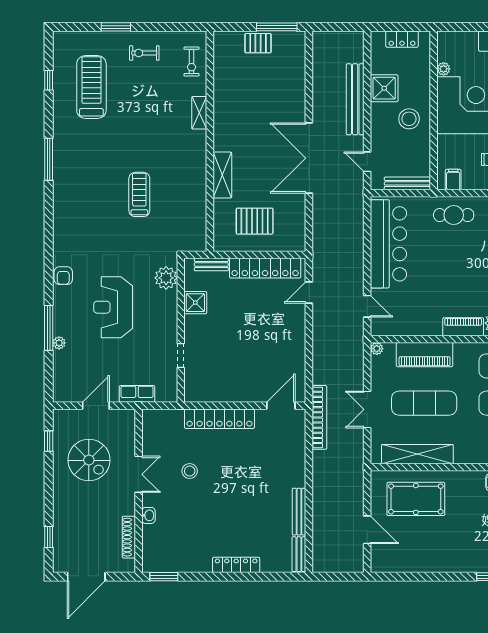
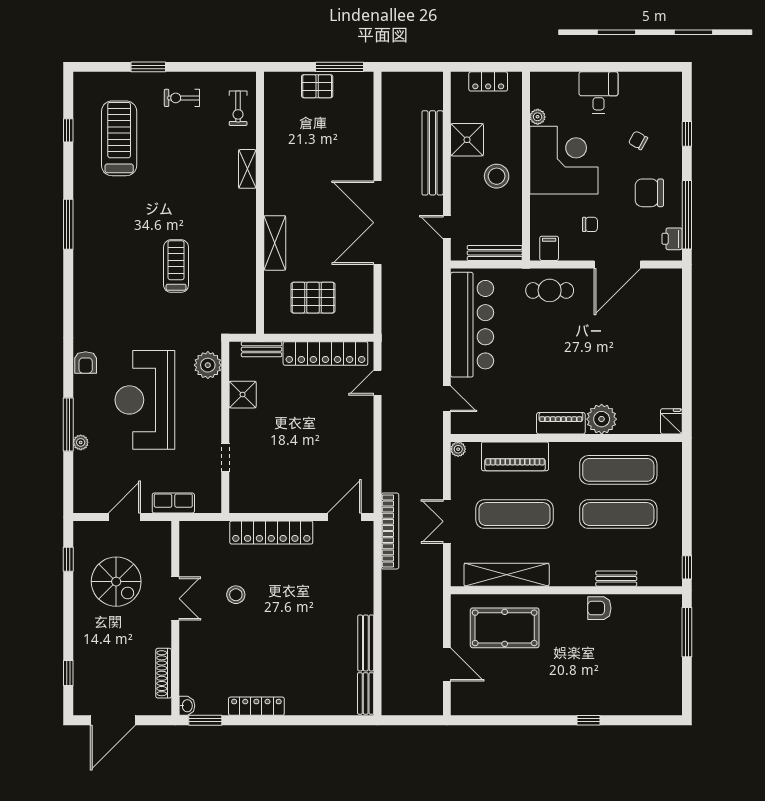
reception desk: (113, 307) -> (145, 400), width x1.36, depth x1.30
washbasin: (148, 515) -> (187, 706), moved
locker: (236, 565) -> (256, 706), moved

